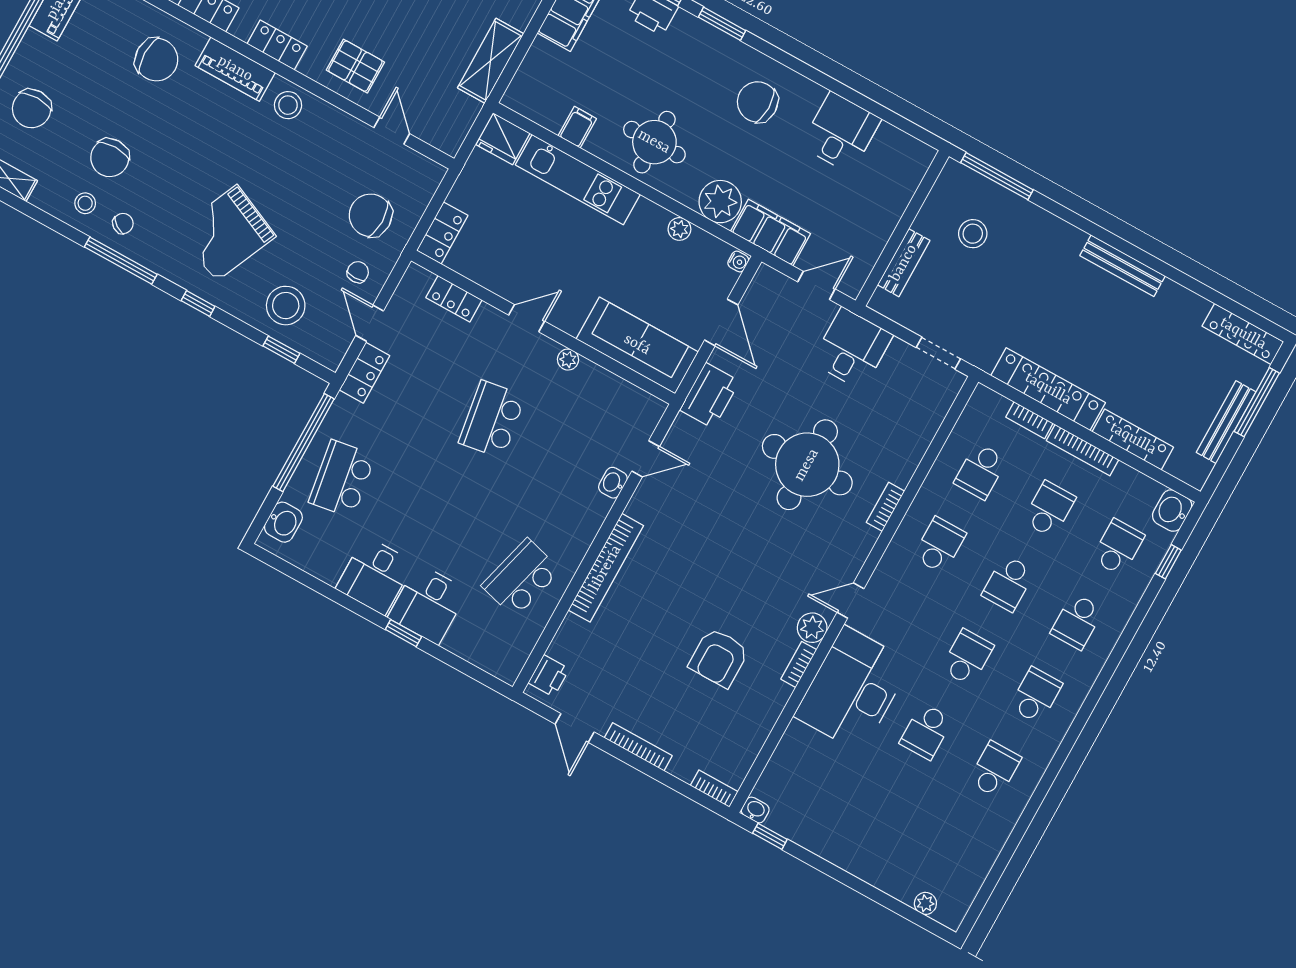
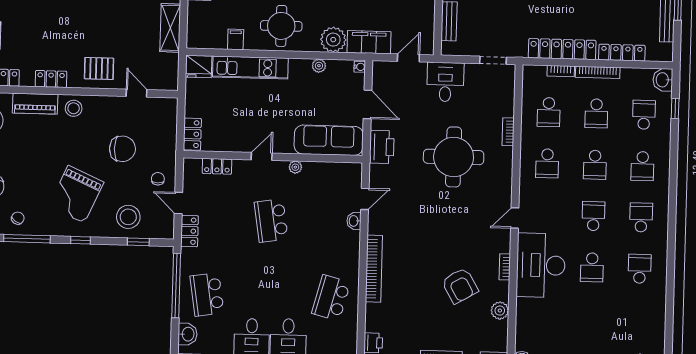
chair: (371, 215) -> (122, 149), moved, turned 180
bookcase: (885, 507) -> (508, 132), moved
school desk: (1049, 509) -> (596, 113), turned 180
school desk: (940, 545) -> (547, 163), turned 180
plant: (812, 628) -> (500, 311), moved
armchair: (719, 658) -> (460, 286), turned -30

